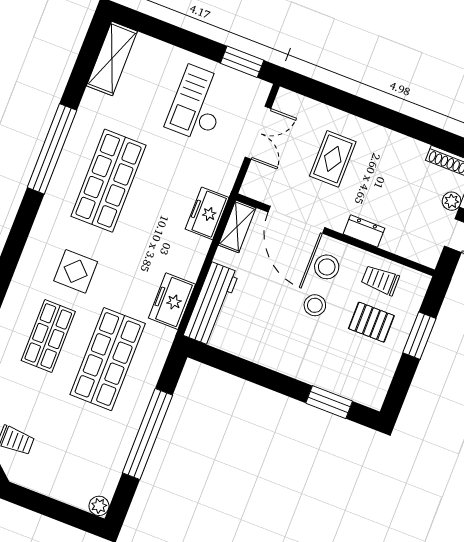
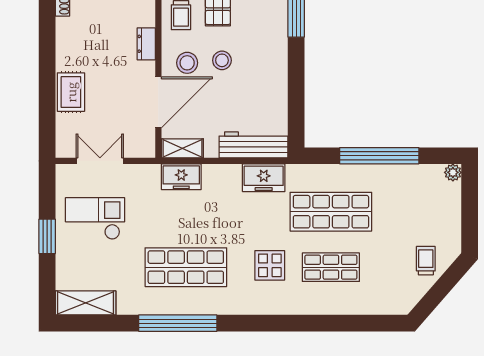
window: (242, 62) -> (47, 236), moved
checkout: (198, 104) -> (95, 218), turned 180
rug: (333, 159) -> (71, 92), moved, turned 90

